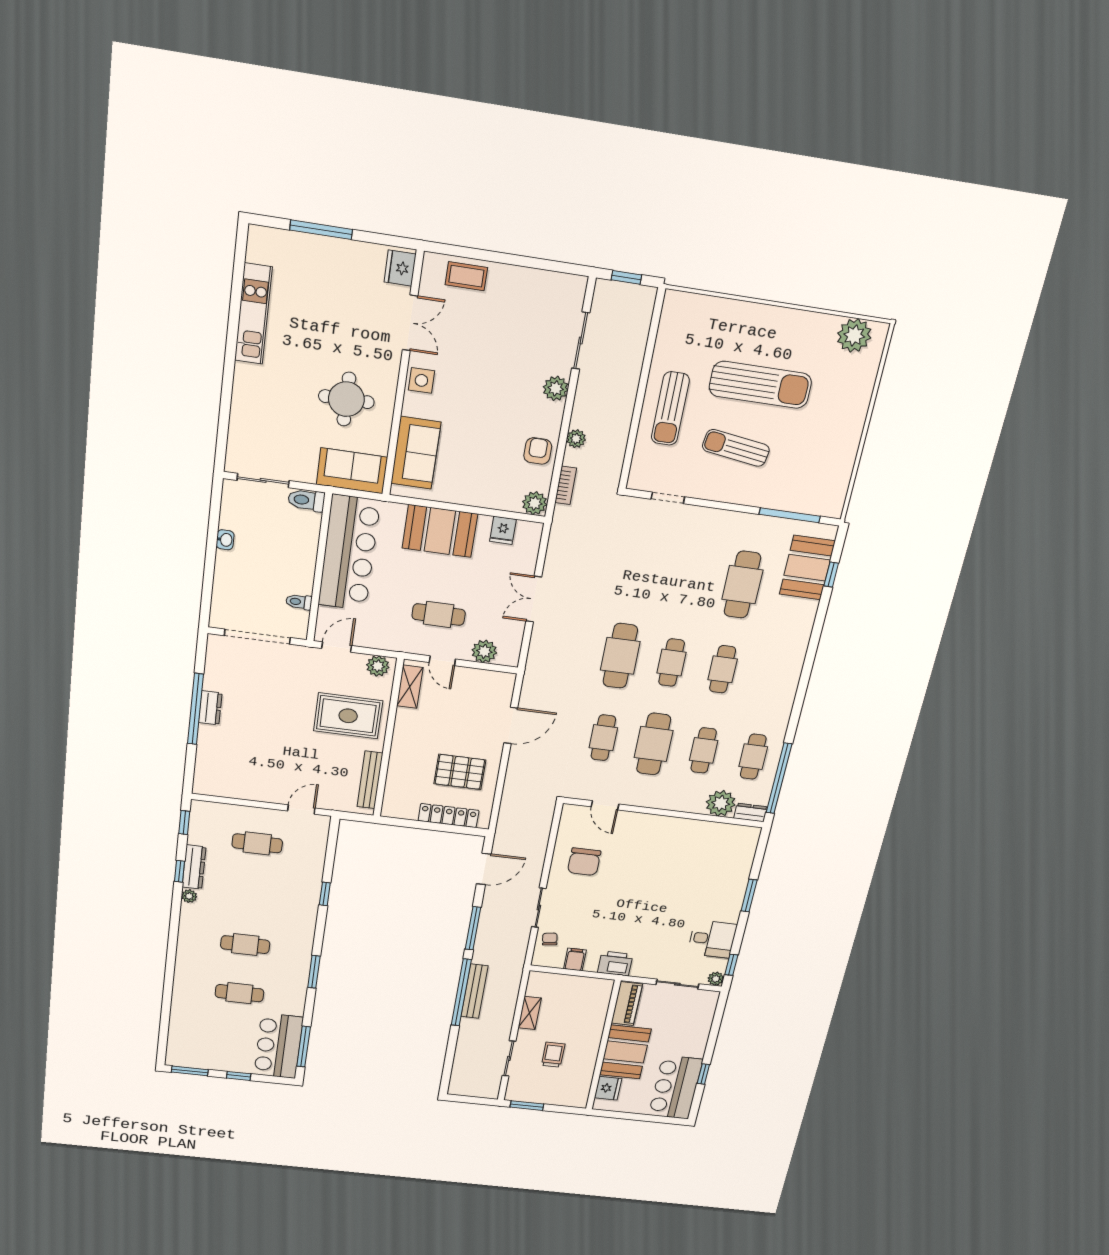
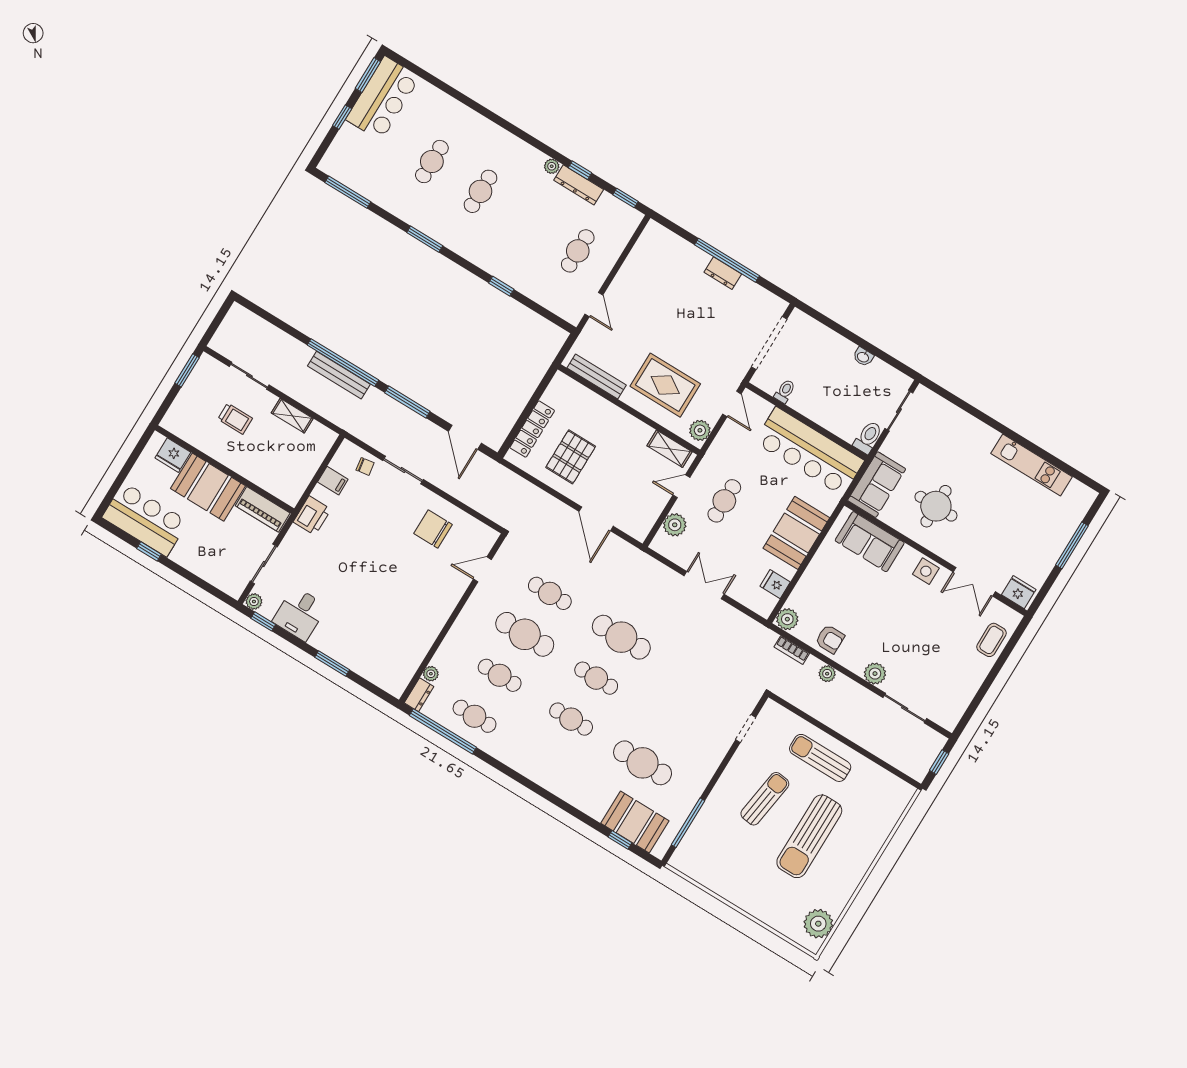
rug: (348, 716) -> (665, 385), turned 90
plant: (721, 803) -> (431, 674), width x0.53, depth x0.53
bar counter: (279, 1046) -> (383, 98), moved, turned 90

